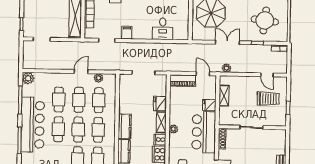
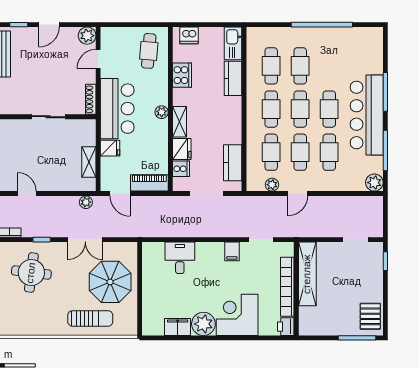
trolley: (268, 99) -> (25, 159), removed
kitchen counter: (125, 126) -> (233, 163), moved
cooker: (160, 140) -> (181, 169), moved

